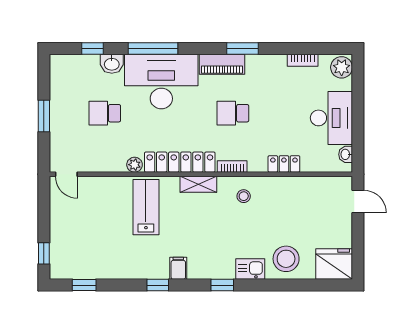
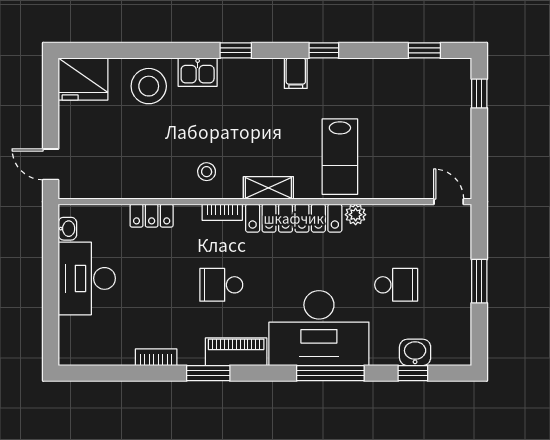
bookcase: (303, 60) -> (156, 357), moved
washbasin: (112, 64) -> (415, 352), moved
plant: (342, 67) -> (73, 347), removed
school desk: (233, 113) -> (221, 285), turned 180

